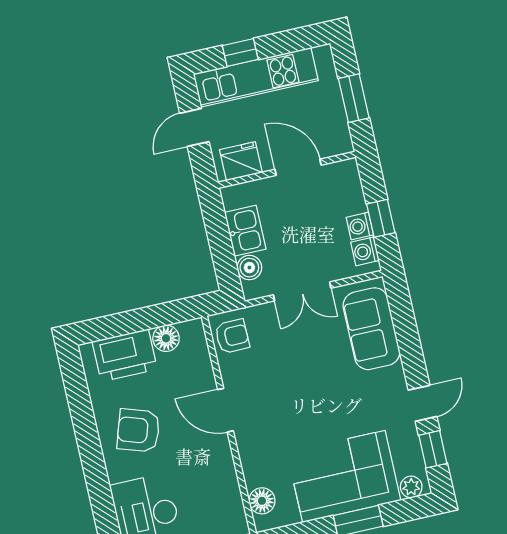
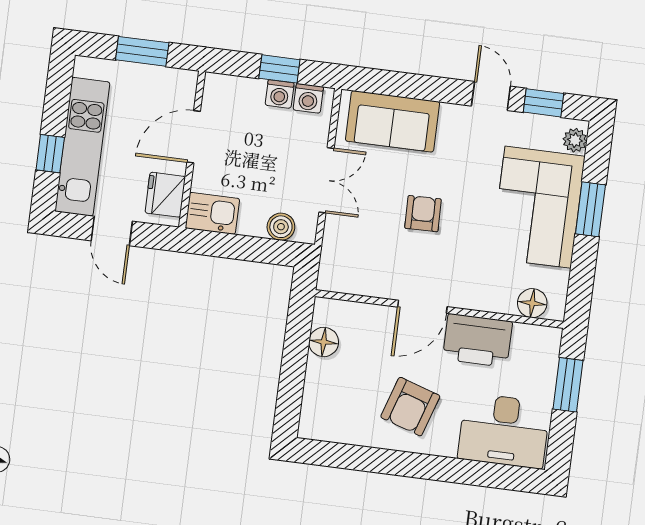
kitchen sink: (245, 231) -> (212, 213), moved
armchair: (232, 336) -> (423, 214), moved
printer: (125, 355) -> (477, 340), moved, turned 90

